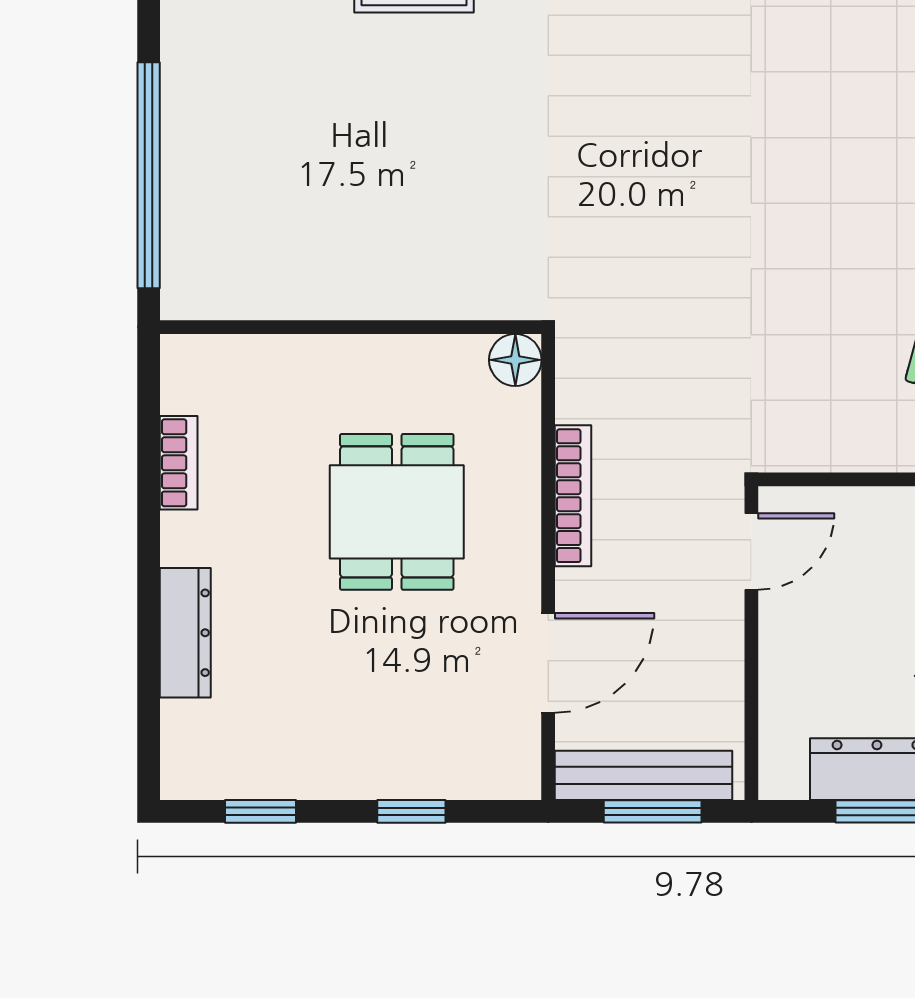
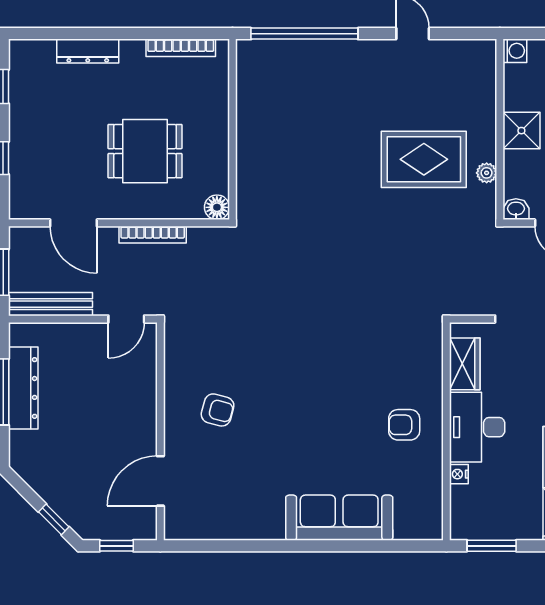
bookcase: (179, 463) -> (181, 48), width x1.56
door: (751, 551) -> (126, 319), hinge flipped
bench: (643, 775) -> (50, 304), moved, turned 90

